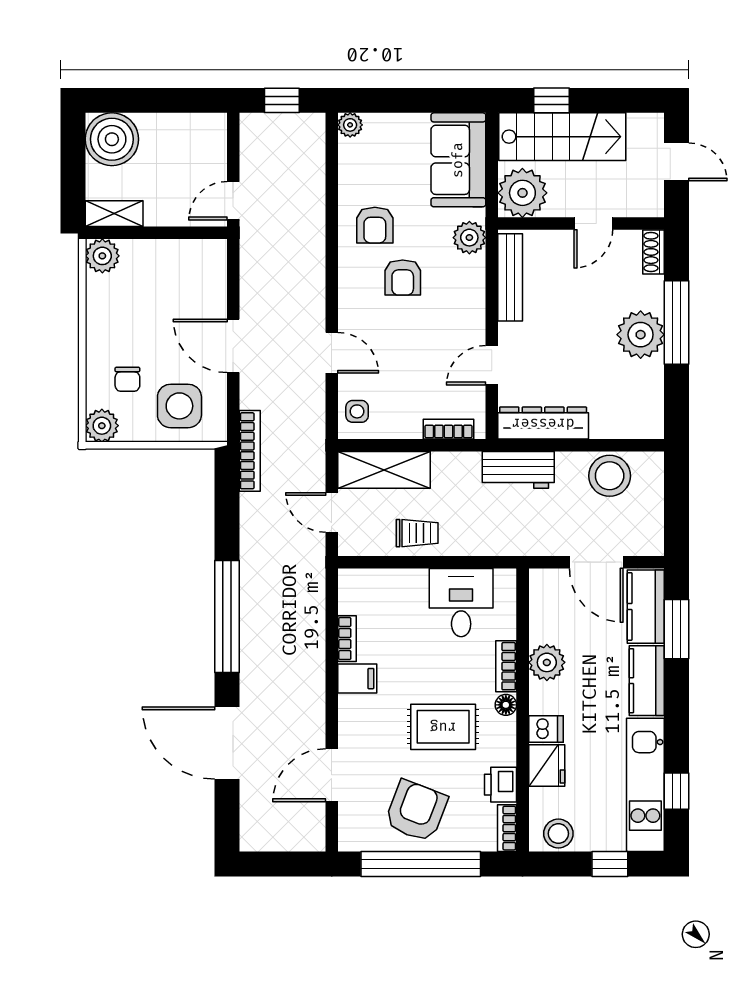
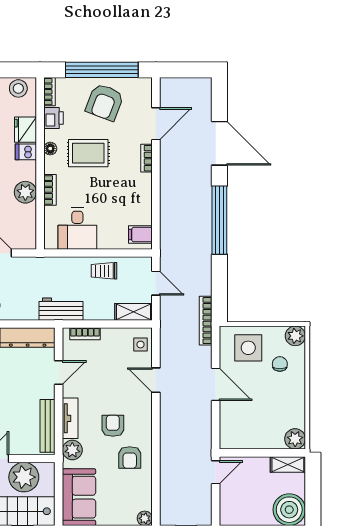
plant: (522, 193) -> (24, 477), moved
armchair: (375, 225) -> (130, 458), turned 180
tv unit: (473, 290) -> (70, 418), added
shelving: (384, 470) -> (133, 312), width x0.67, depth x0.75
workbench: (518, 470) -> (61, 309), moved
bookcase: (347, 639) -> (147, 158), moved
filing cabinet: (357, 679) -> (140, 235), moved
floor lamp: (506, 705) -> (50, 149), moved

